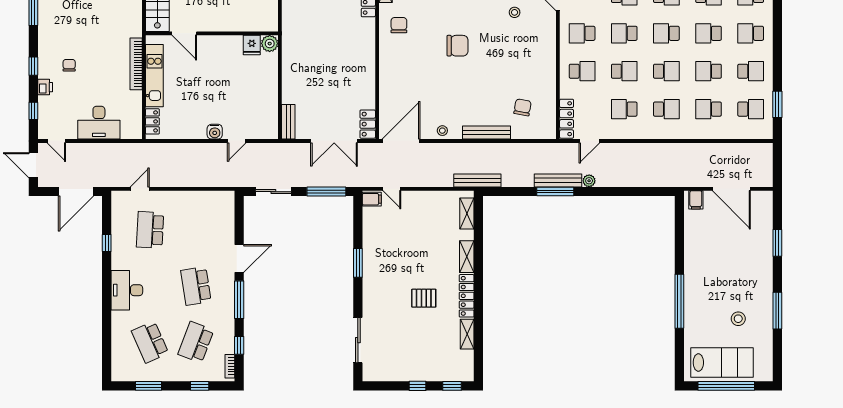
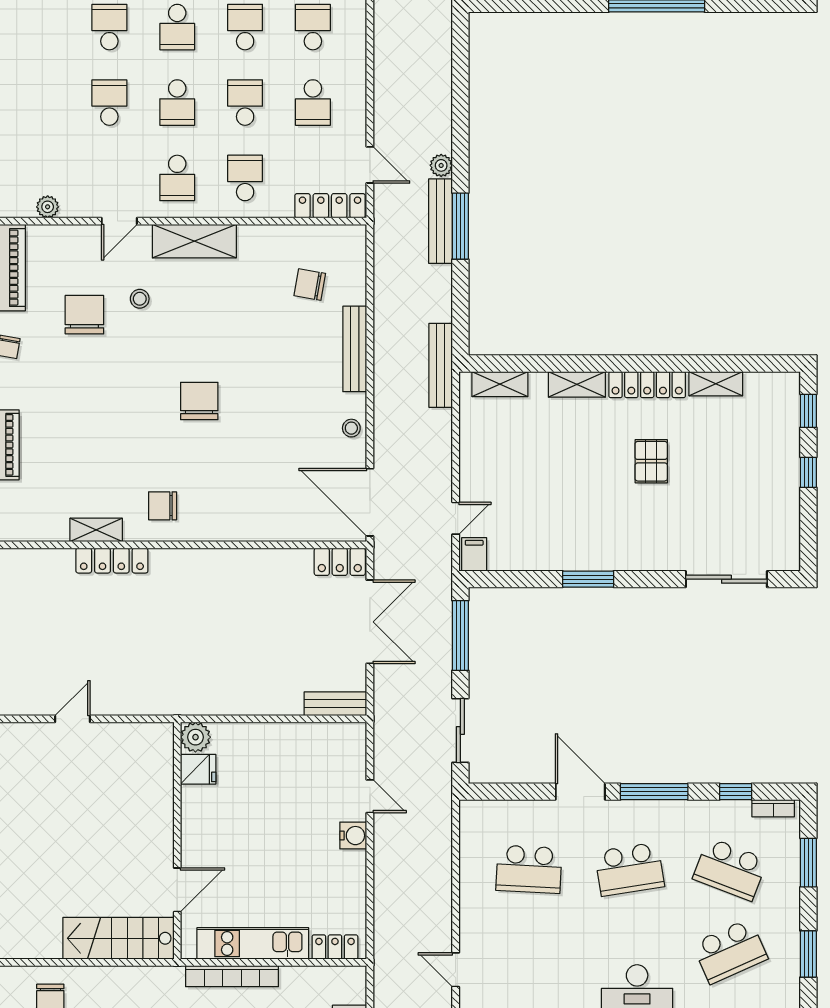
shelving: (547, 43) -> (194, 241), added
school desk: (150, 230) -> (529, 869), moved
window: (200, 386) -> (808, 863), width x1.50

